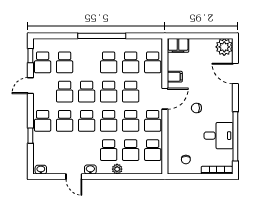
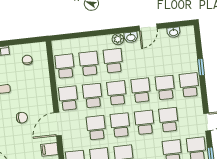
plant: (117, 169) -> (118, 39), moved
washbasin: (41, 170) -> (174, 32), moved
door: (74, 177) -> (148, 27), swing flipped

